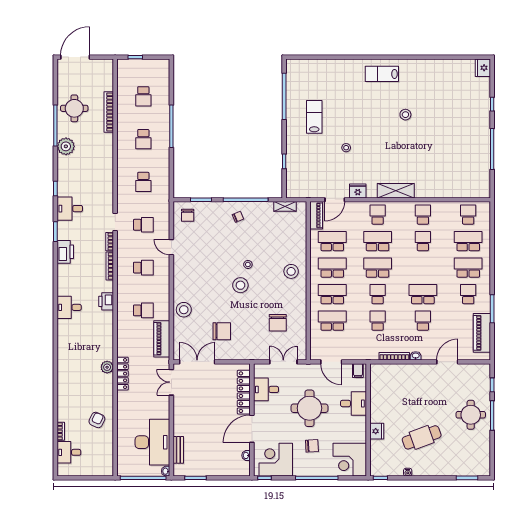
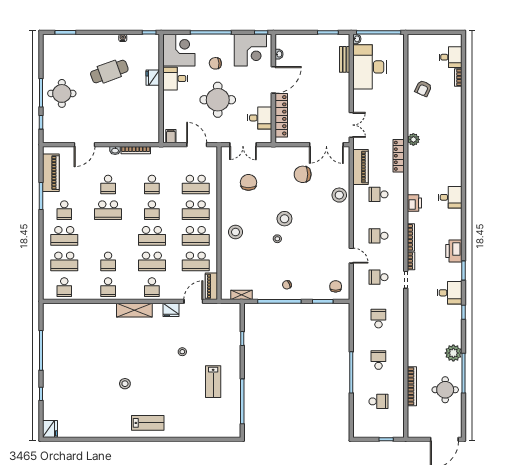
school desk: (143, 96) -> (378, 401), turned 90
locker: (122, 374) -> (399, 156), moved
desk: (353, 403) -> (175, 79), moved

